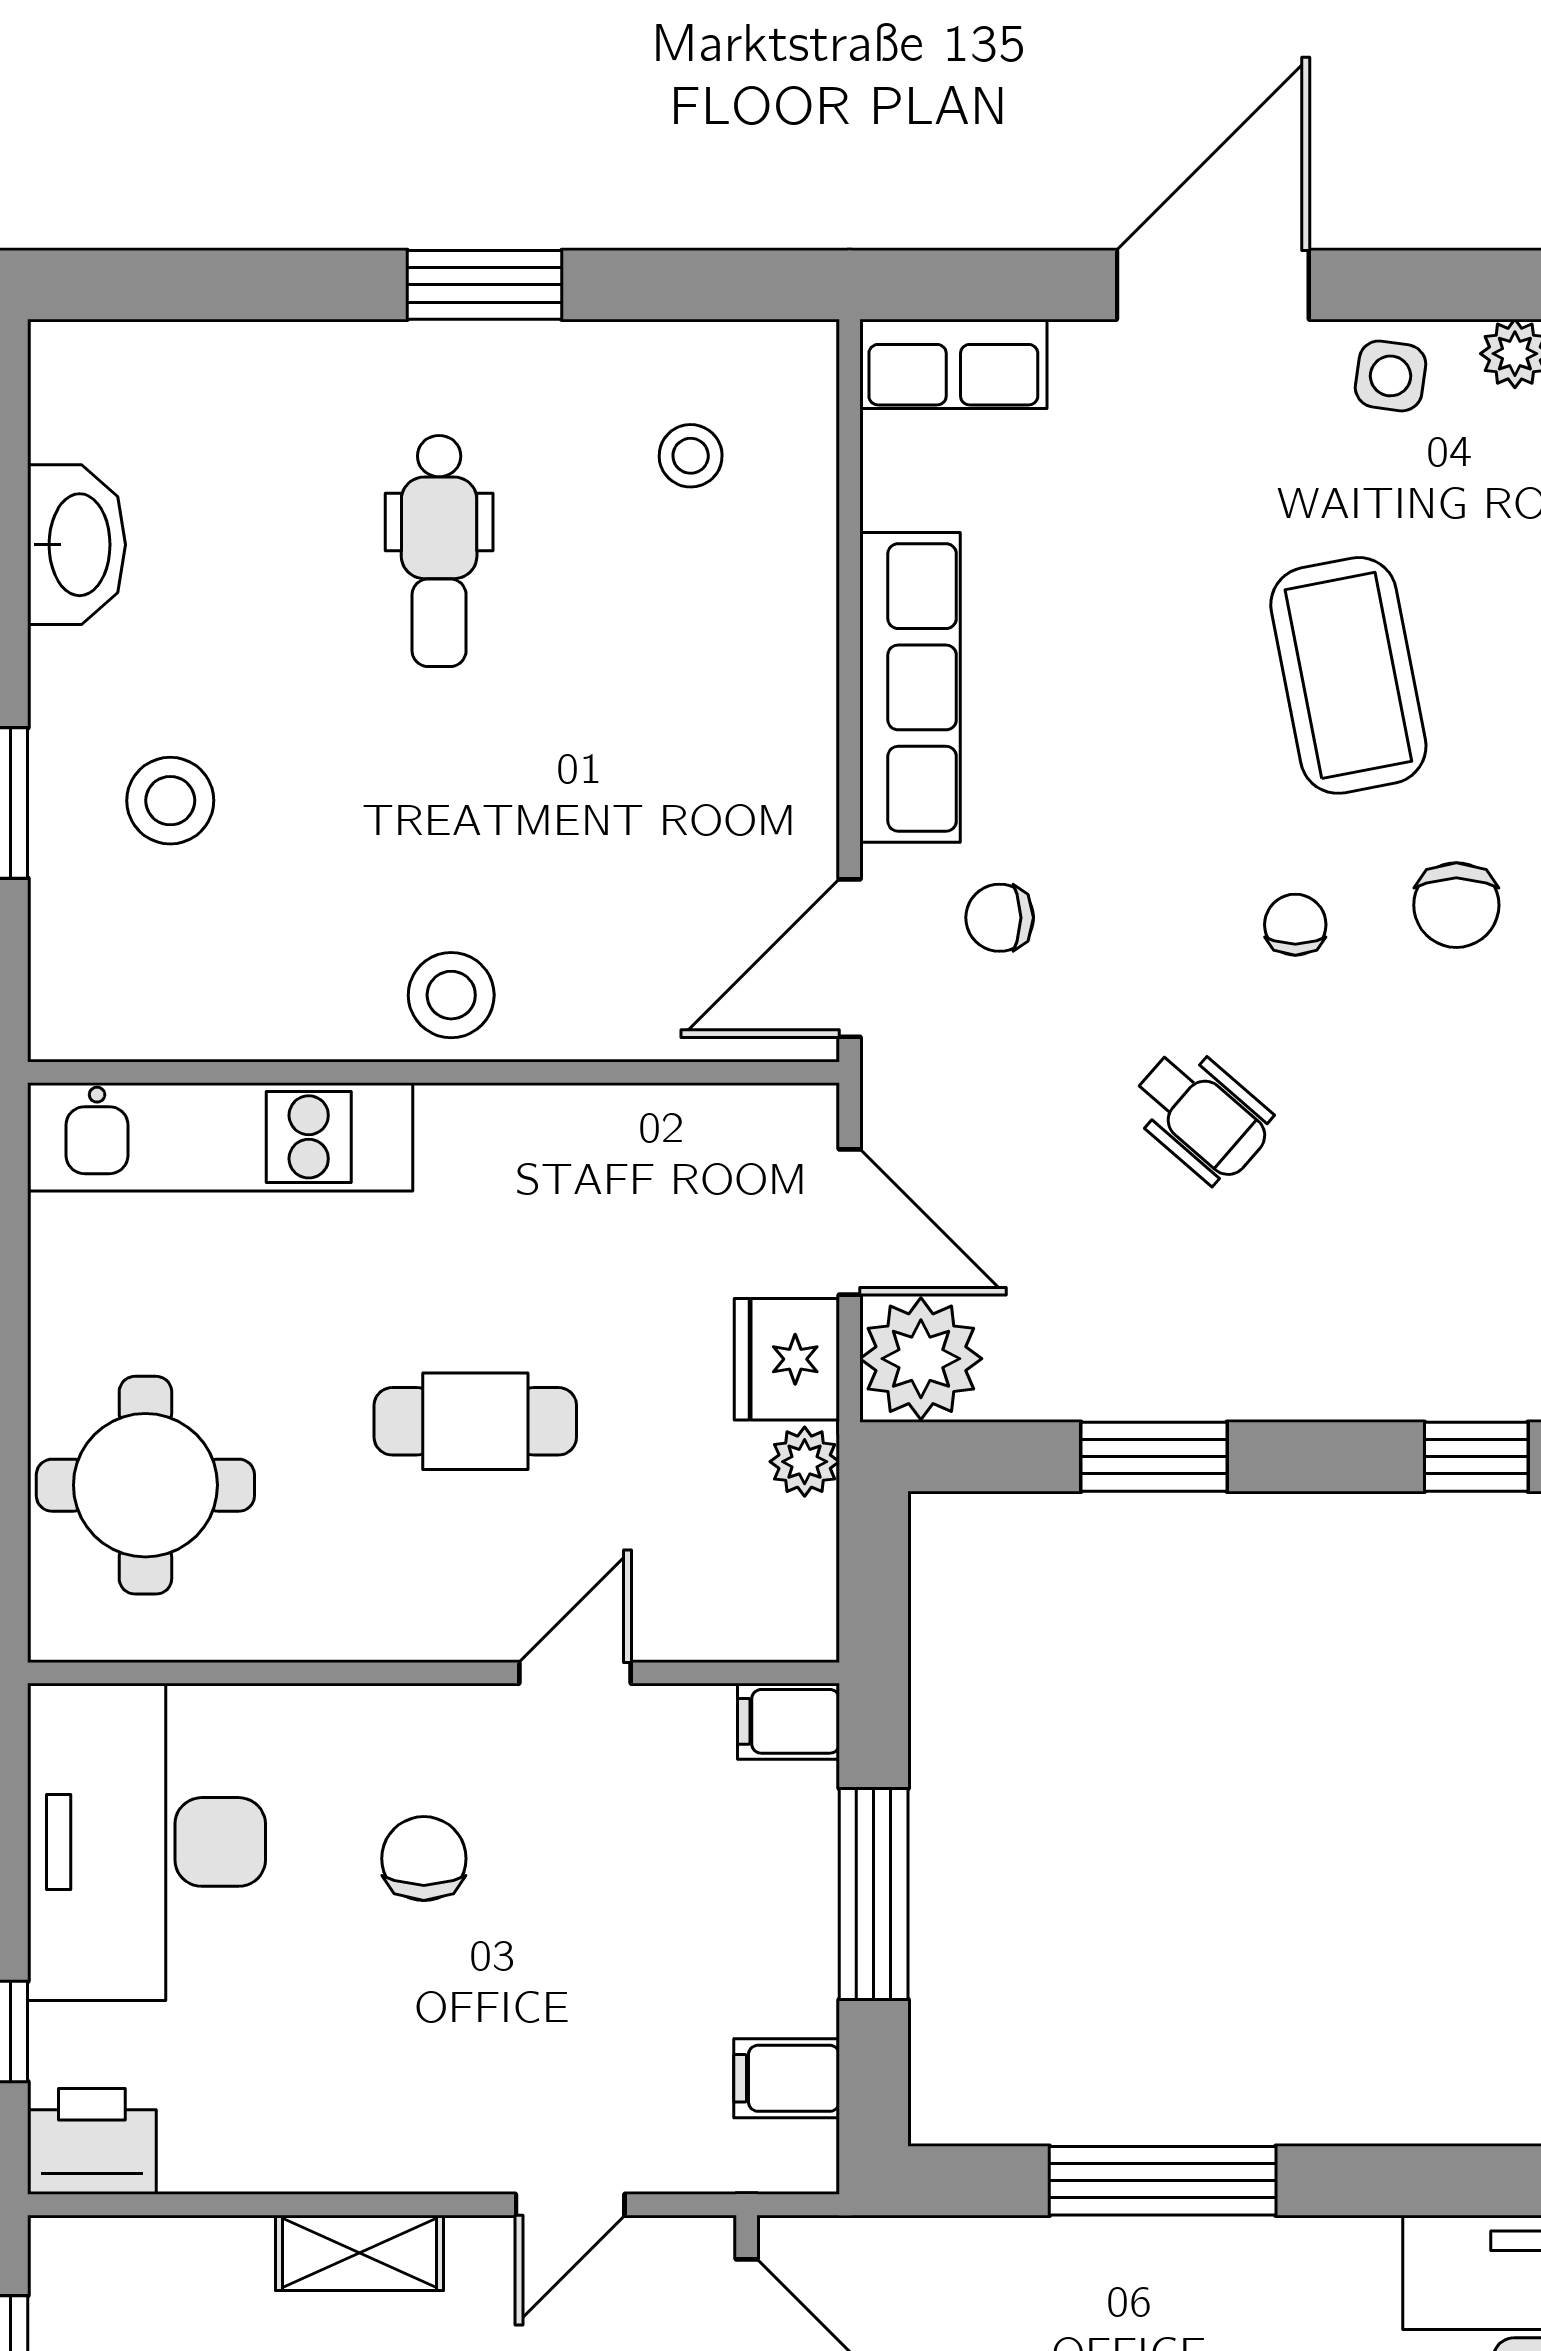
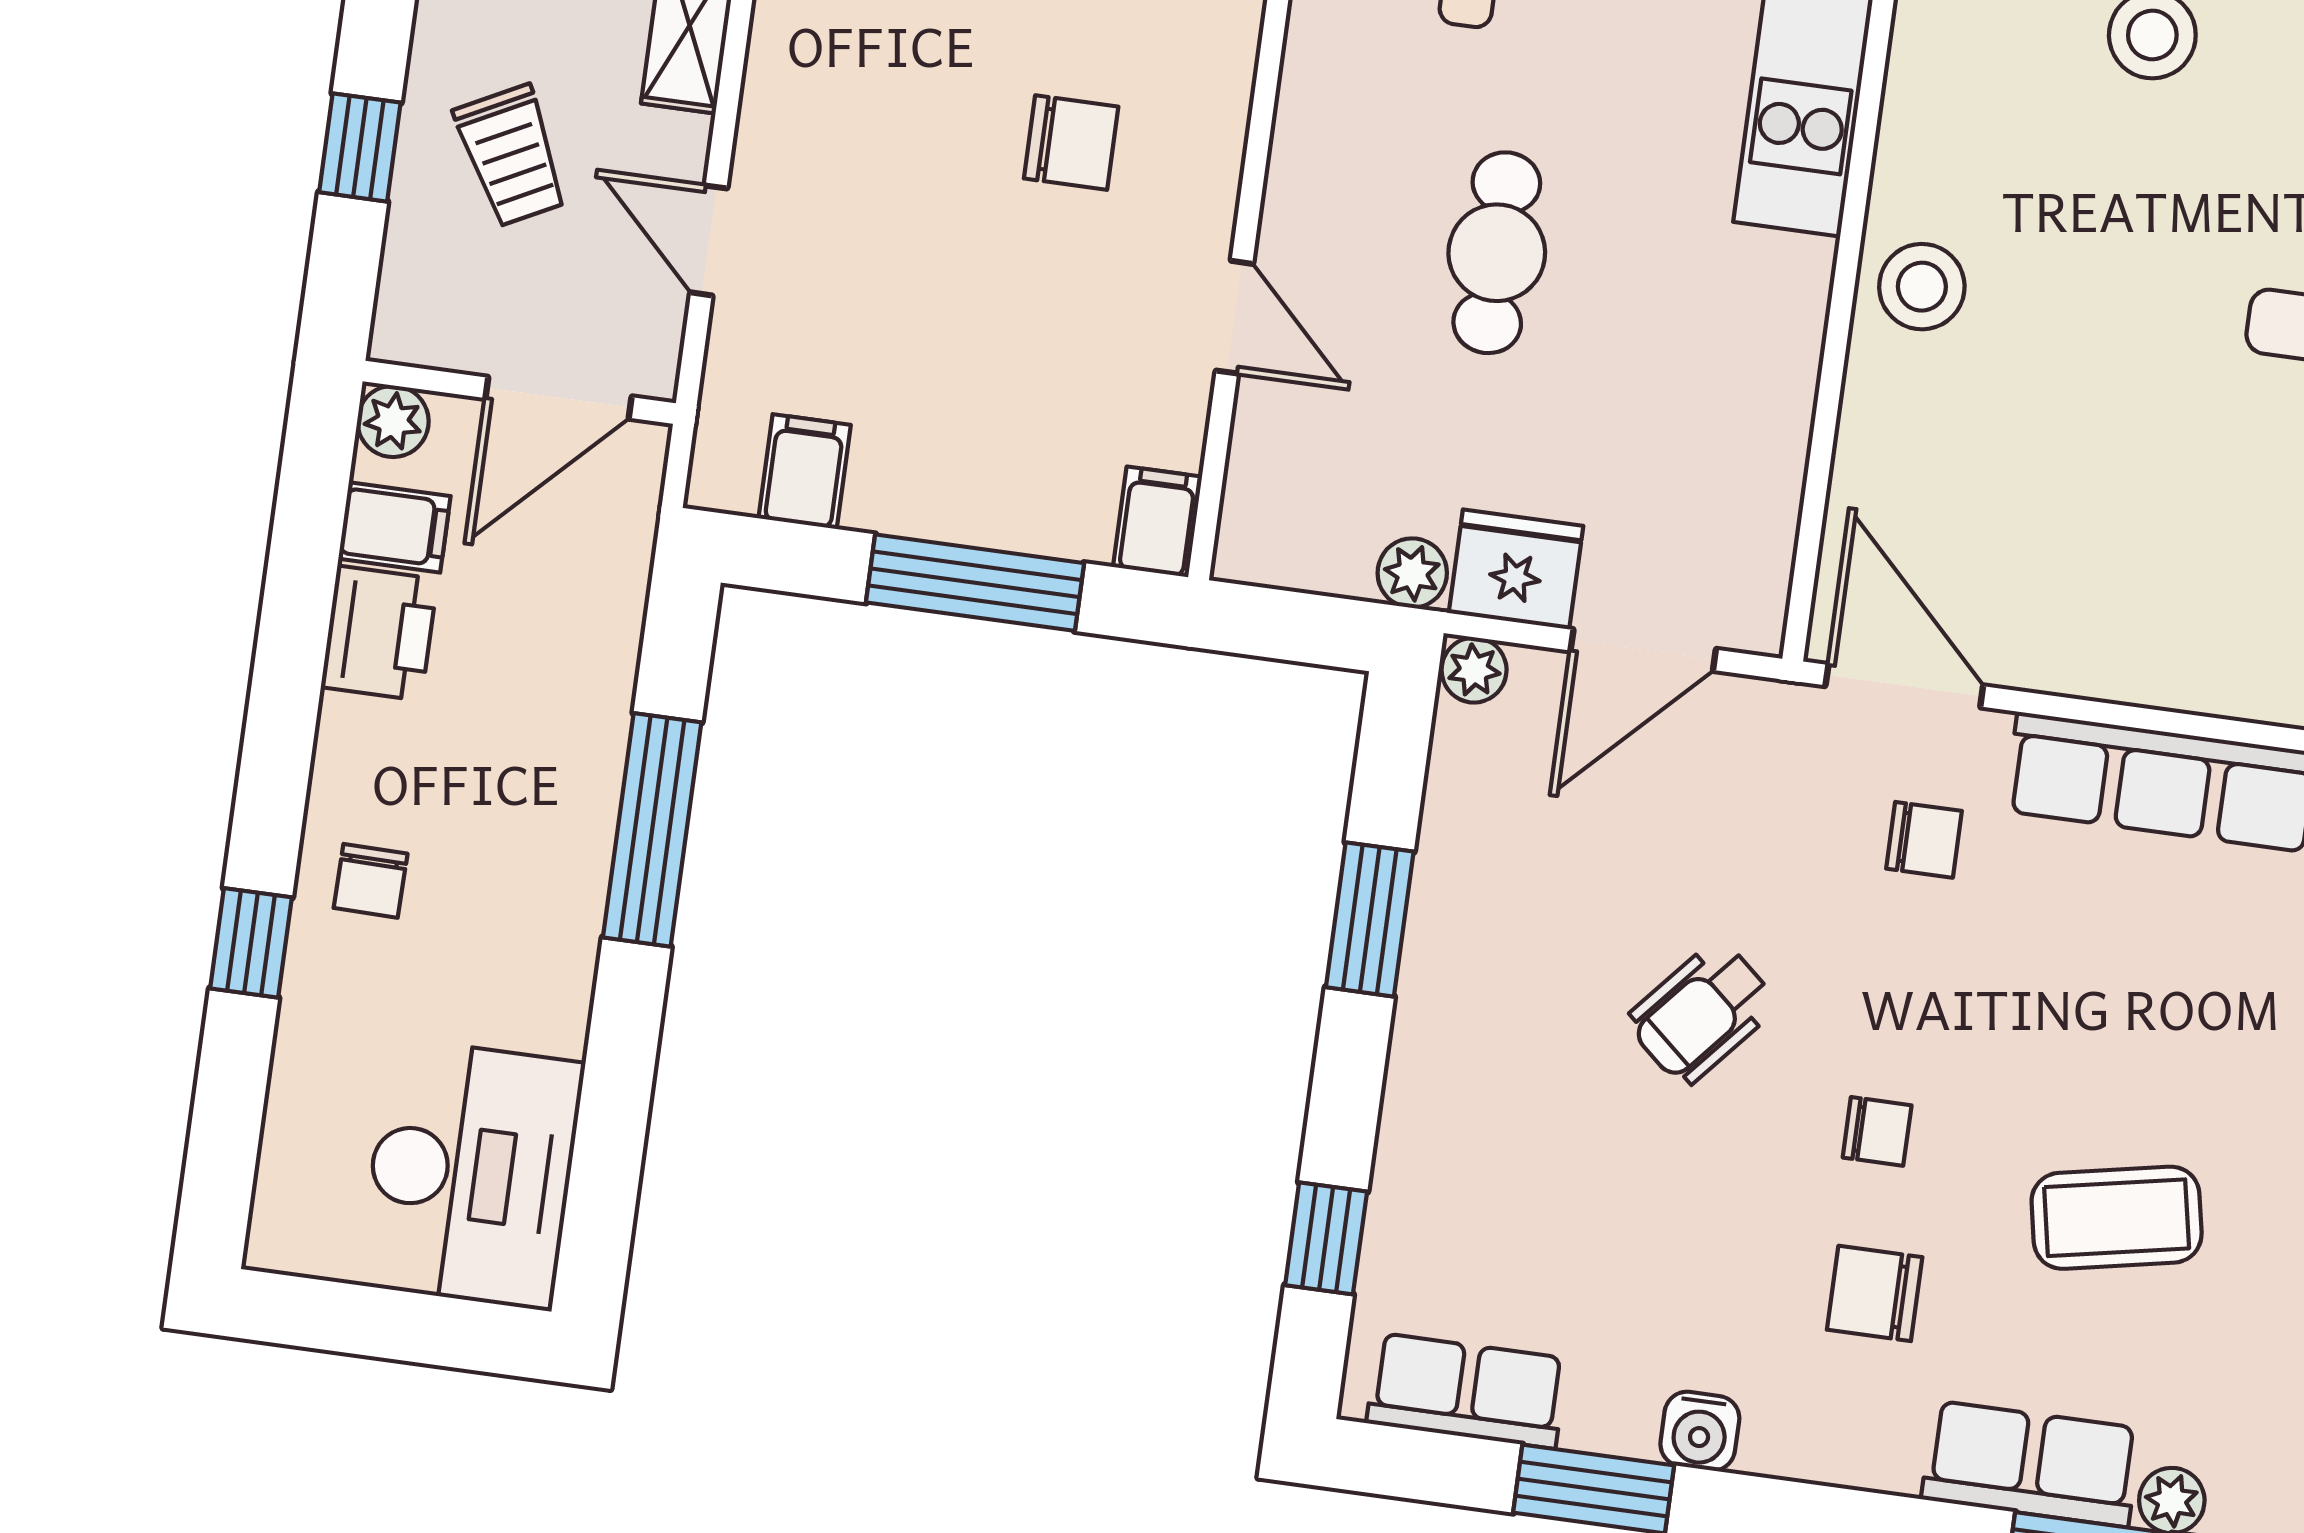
coffee table: (1348, 675) -> (2117, 1218), width x0.73, depth x0.76
chair: (1000, 918) -> (1924, 840), turned 90
plant: (921, 1359) -> (1474, 670), width x0.53, depth x0.53

